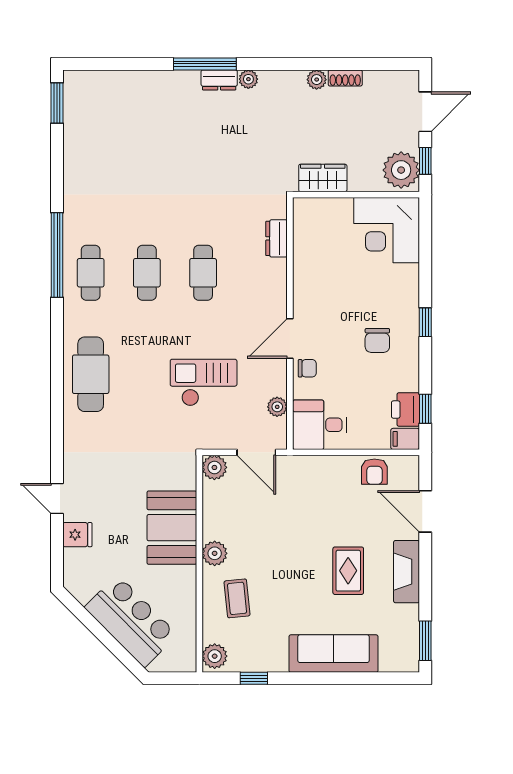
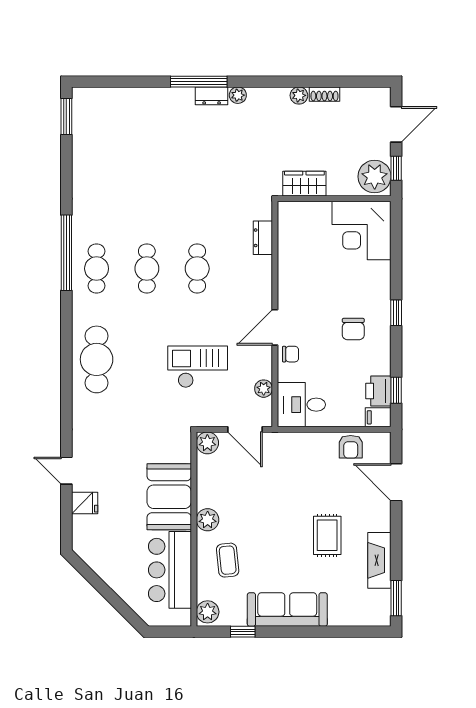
fireplace: (407, 572) -> (379, 560), moved
bar counter: (131, 621) -> (170, 570), moved, turned -135
sofa: (333, 654) -> (287, 610), moved

